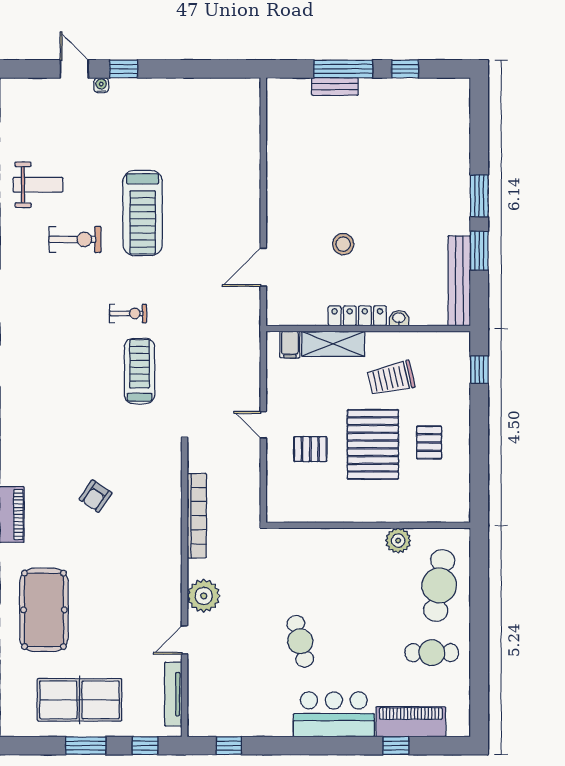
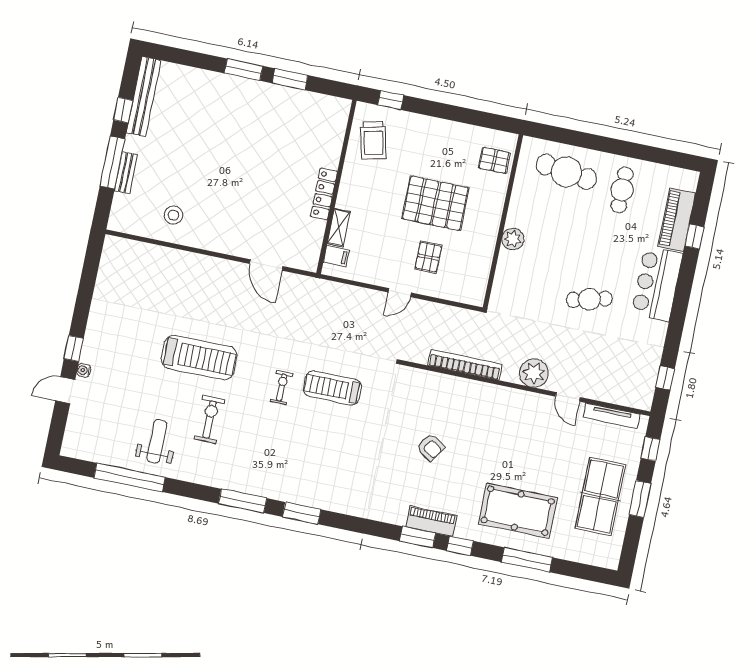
stool: (343, 244) -> (173, 215), moved
bench: (459, 281) -> (144, 96), moved, turned 90
washbasin: (399, 318) -> (333, 159), removed
shelving: (333, 344) -> (339, 228), width x0.67, depth x0.75
trolley: (391, 378) -> (373, 140), moved
pallet: (429, 442) -> (494, 160), moved
plant: (398, 541) -> (513, 239), moved

